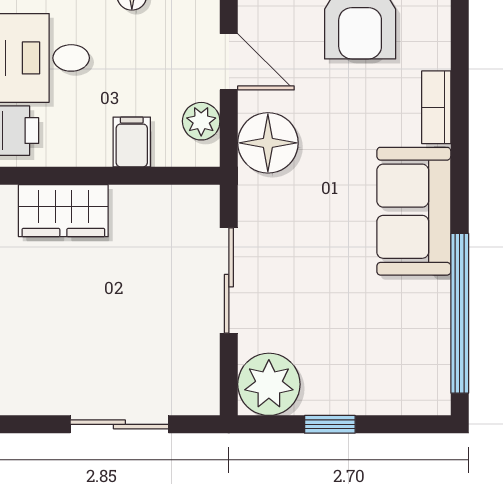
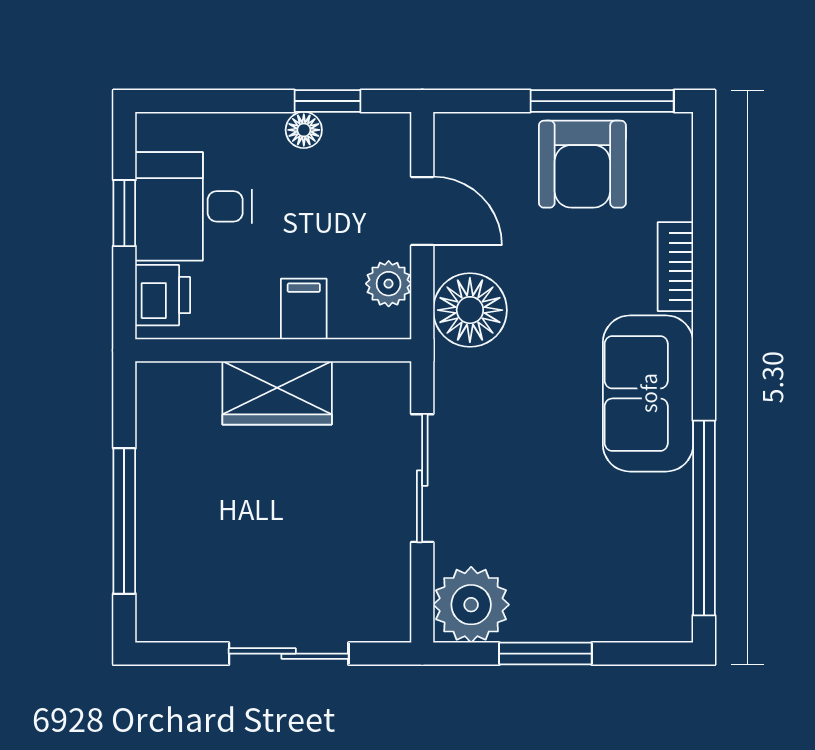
wardrobe: (63, 211) -> (277, 393), moved
window: (330, 424) -> (545, 654), width x1.50

